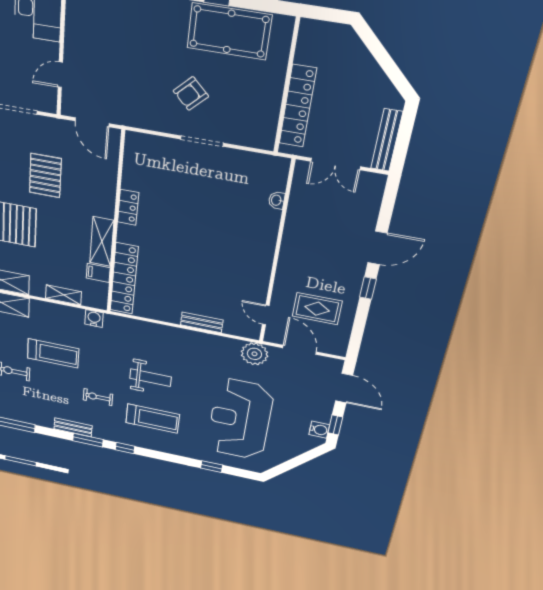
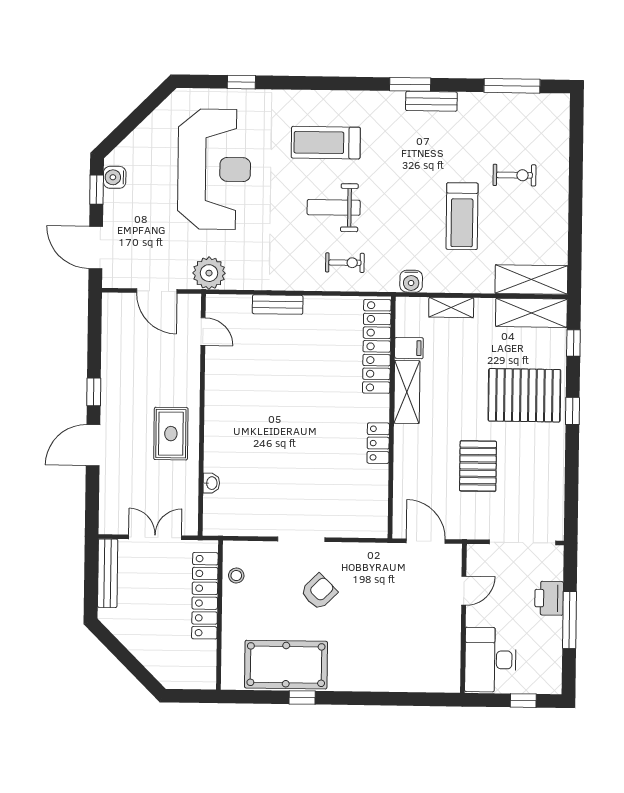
stool: (265, 119) -> (236, 576), added
rug: (317, 309) -> (171, 434), moved, turned 90
treadmill: (53, 353) -> (462, 216), turned -90
exercise bike: (98, 397) -> (345, 263), moved
window: (125, 448) -> (359, 84), removed

